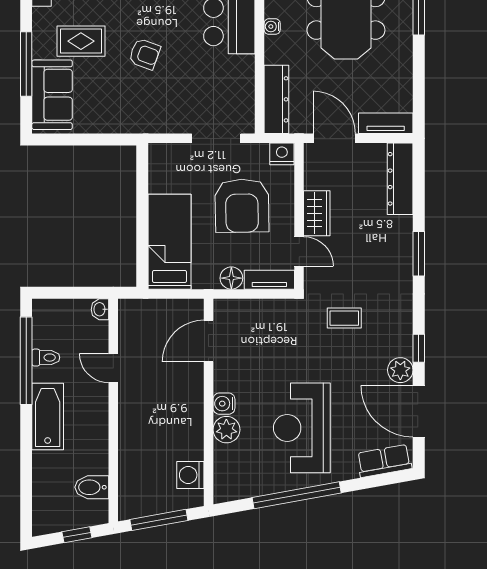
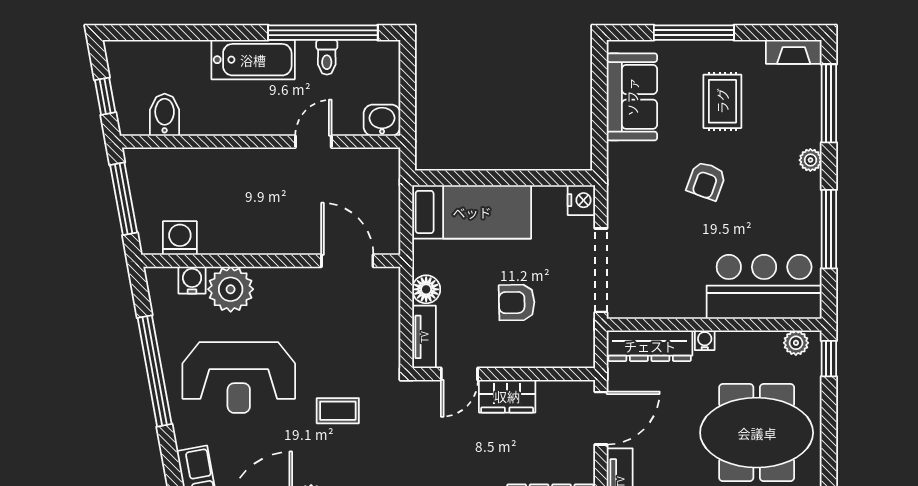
water cooler: (272, 27) -> (705, 340), moved
sofa: (52, 95) -> (632, 97), moved, turned -90
doorway: (216, 138) -> (601, 270), width x1.36
nightstand: (282, 154) -> (581, 200), moved
armchair: (242, 206) -> (517, 303), width x0.53, depth x0.53
washbasin: (100, 309) -> (382, 120), width x1.38, depth x1.45
coffee table: (344, 318) -> (338, 411), moved, turned 90
water cooler: (224, 404) -> (192, 280), moved
reception desk: (302, 428) -> (239, 378), turned 180
plant: (226, 430) -> (231, 289), width x1.36, depth x1.36

